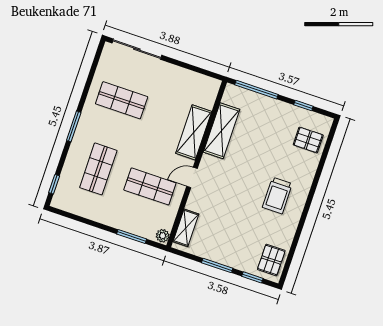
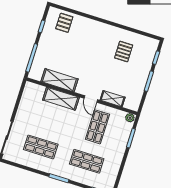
shop shelf: (122, 100) -> (41, 147), turned 90
trolley: (277, 196) -> (102, 42), removed
shelving: (186, 228) -> (113, 99), moved
pallet: (271, 260) -> (124, 52), moved, turned 90

